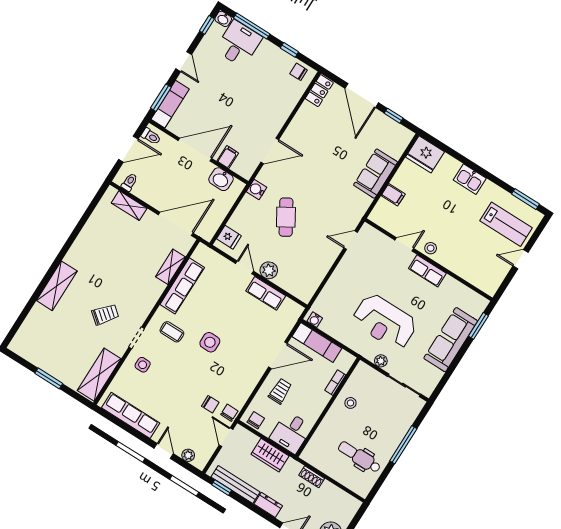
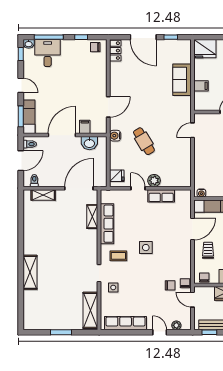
trolley: (105, 314) -> (71, 271), removed

